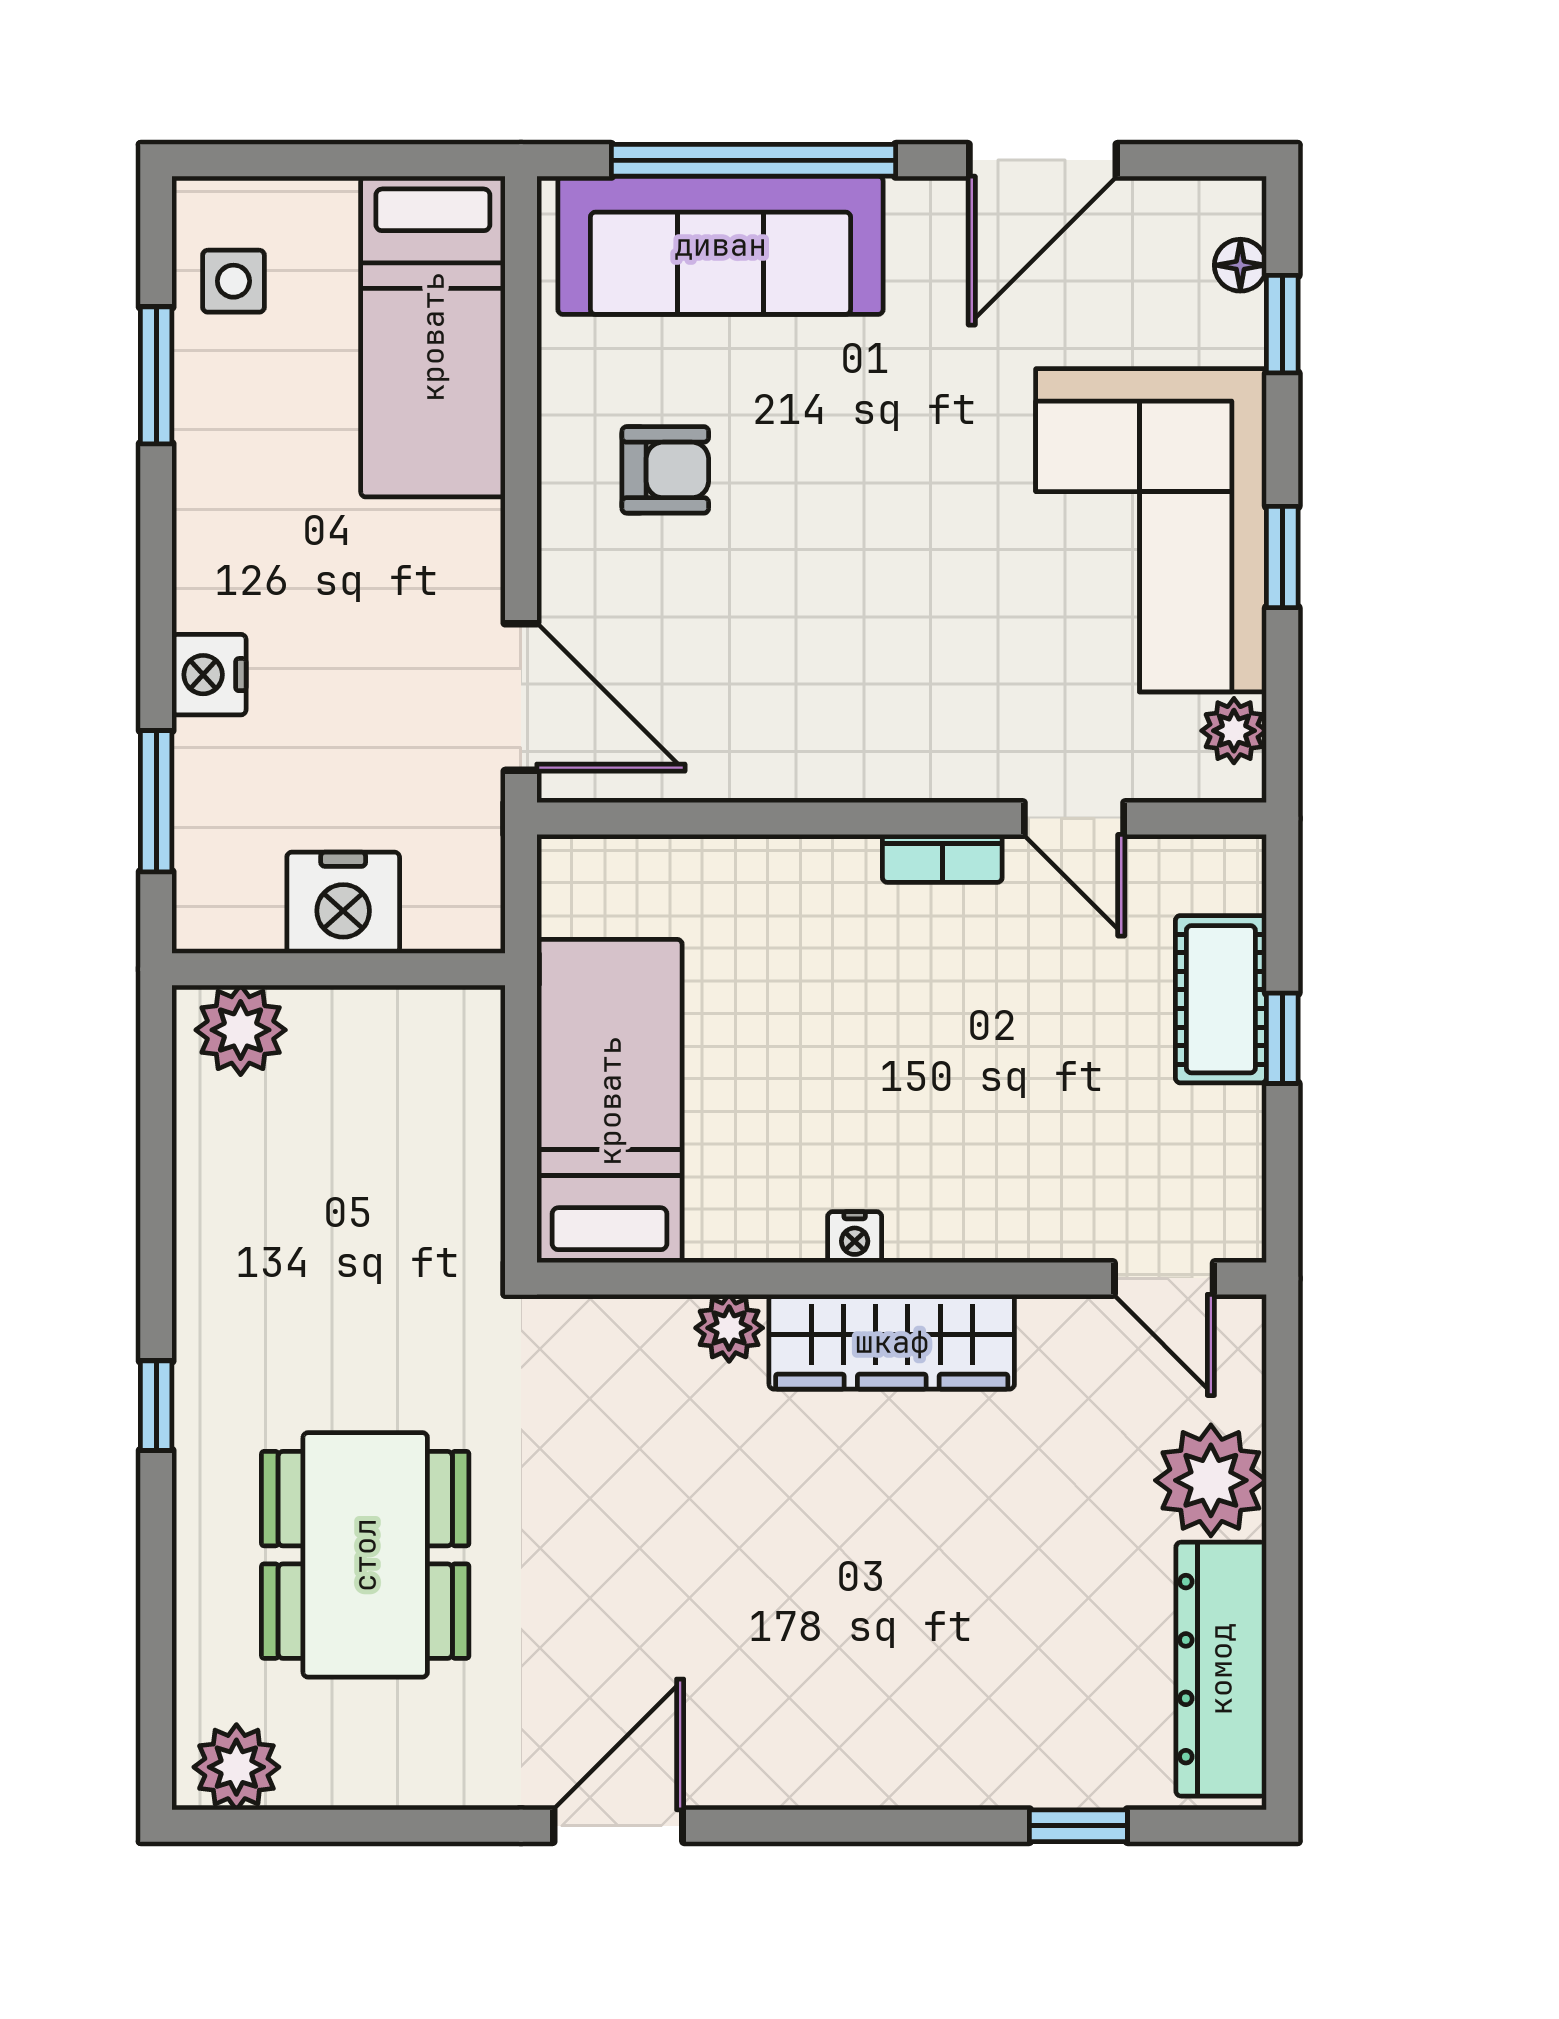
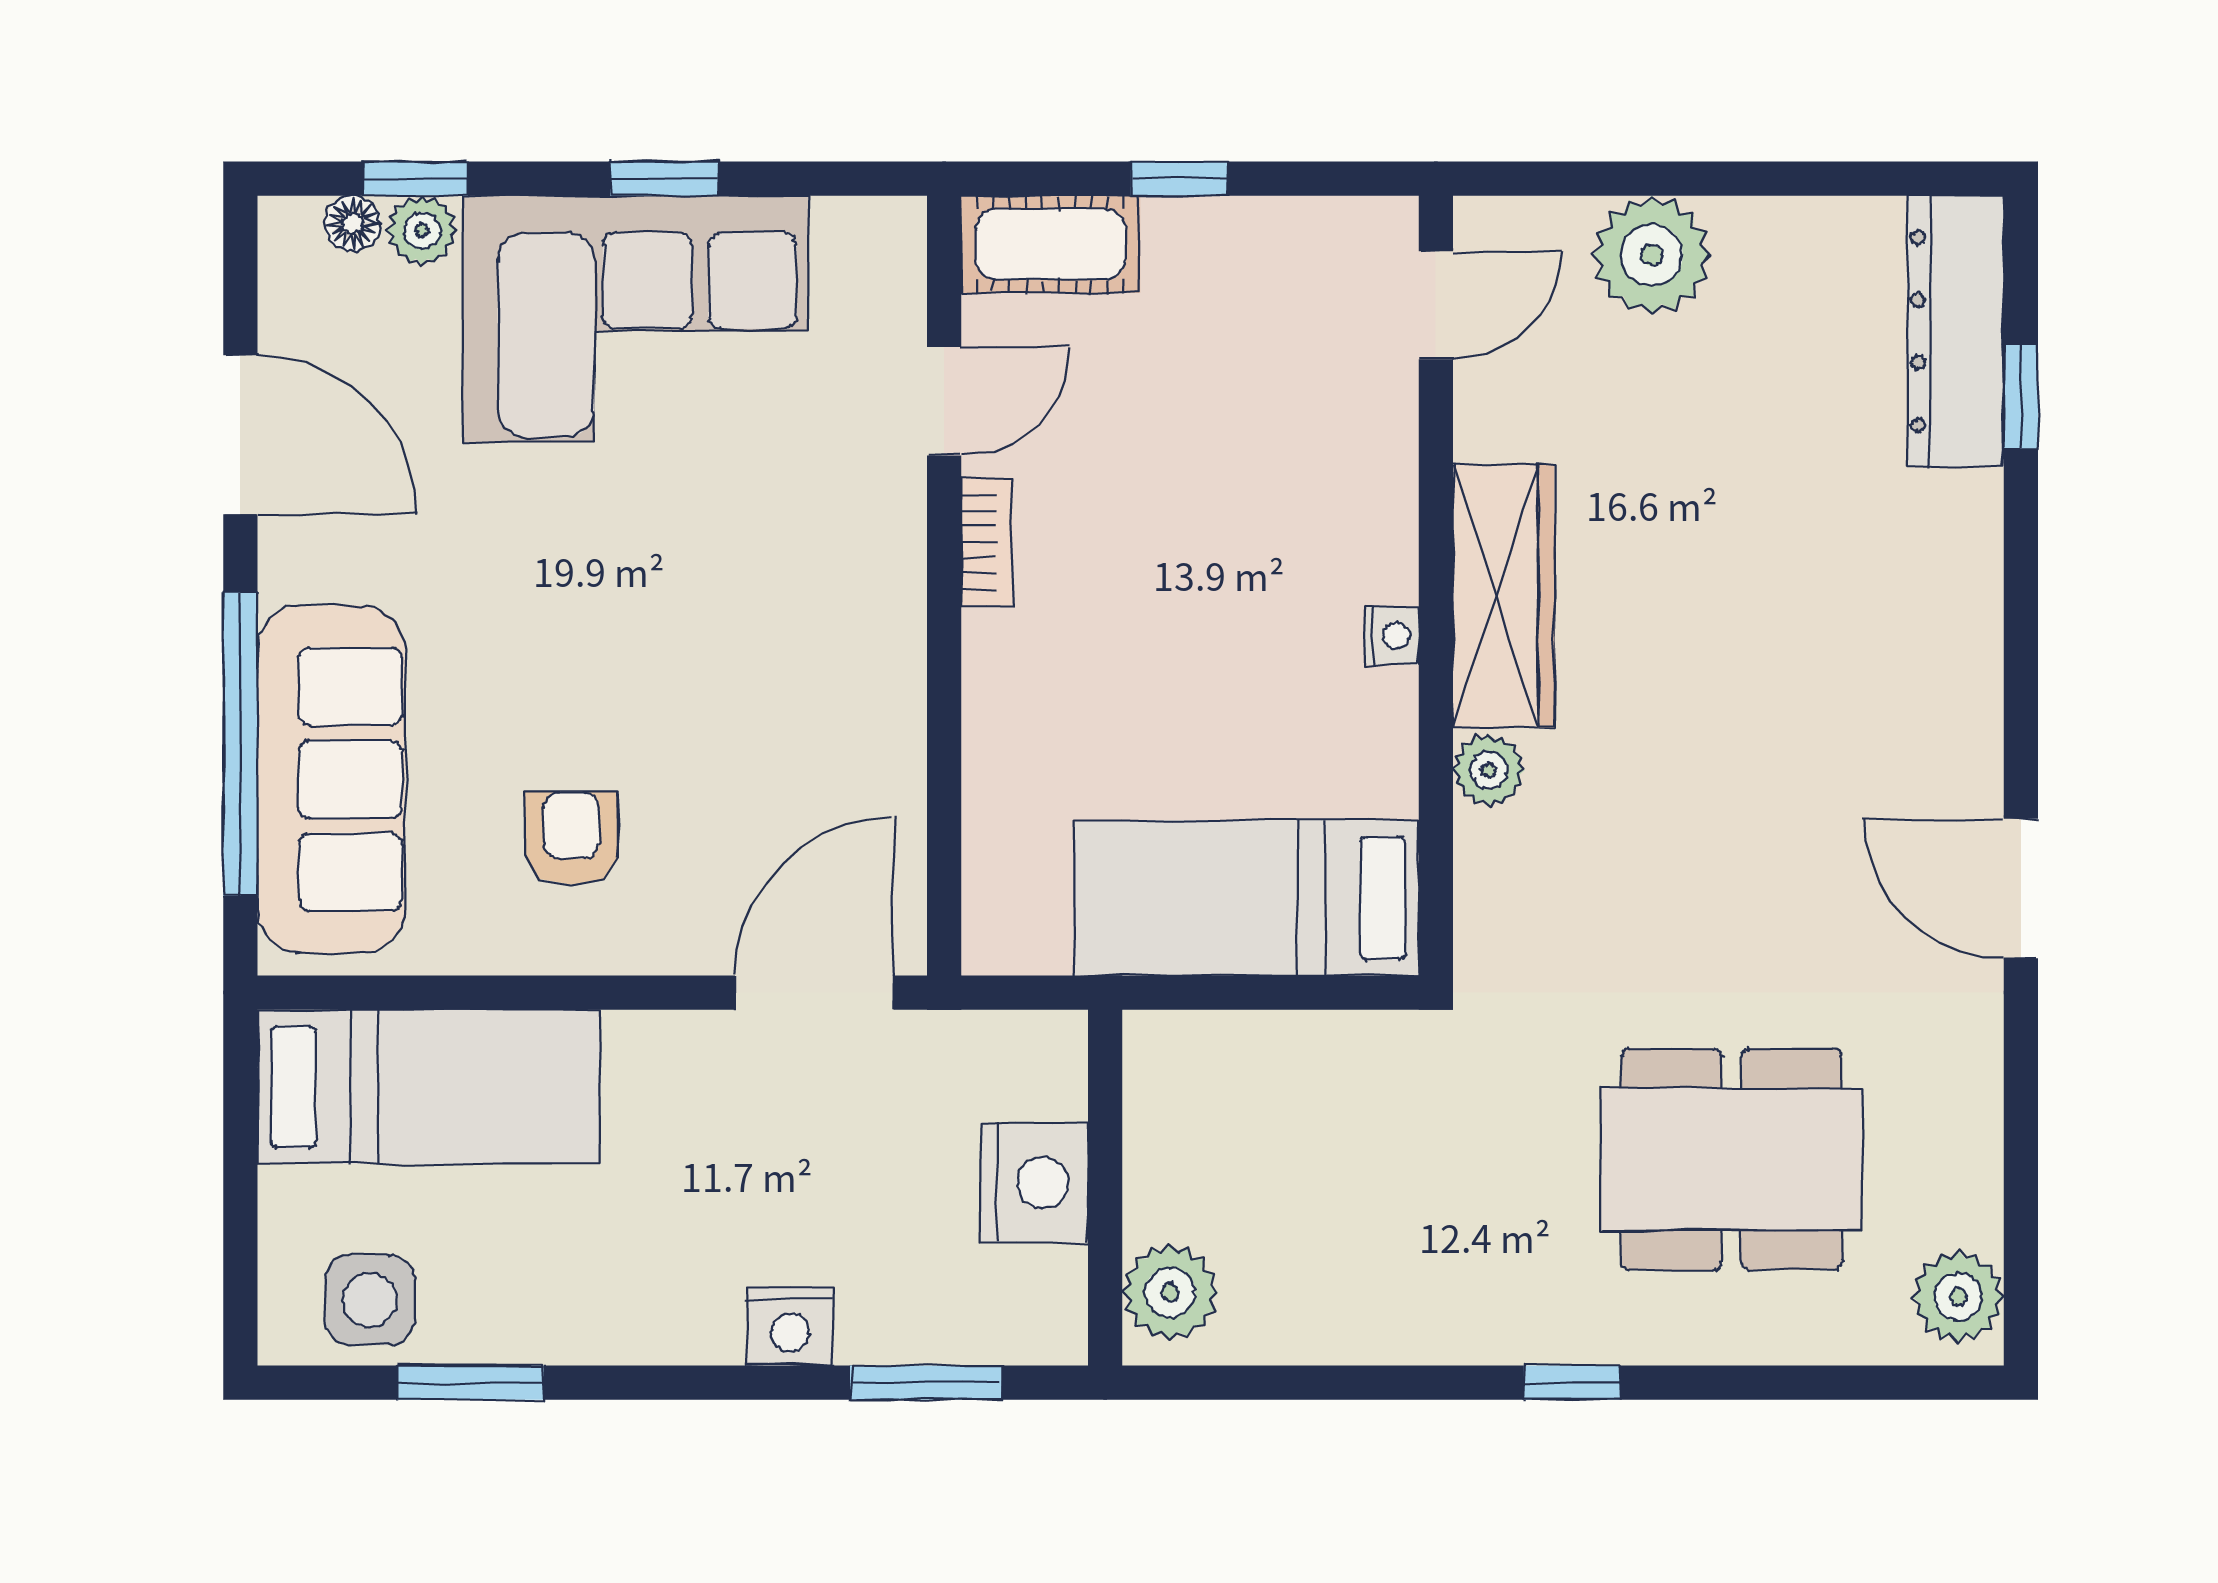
side table: (233, 281) -> (370, 1300), width x1.37, depth x1.37
plant: (1234, 731) -> (422, 230), moved
cot: (1221, 999) -> (1051, 244), moved
dresser: (1221, 1669) -> (1955, 331), moved, turned 90

